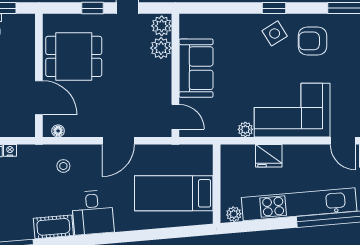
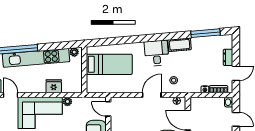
door: (118, 141) -> (152, 95), moved

